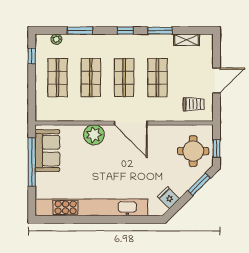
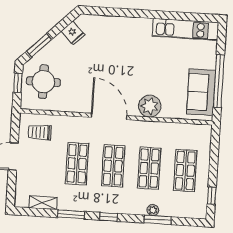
plant: (56, 39) -> (153, 210), moved
kitchen unit: (91, 207) -> (185, 29), width x0.54

